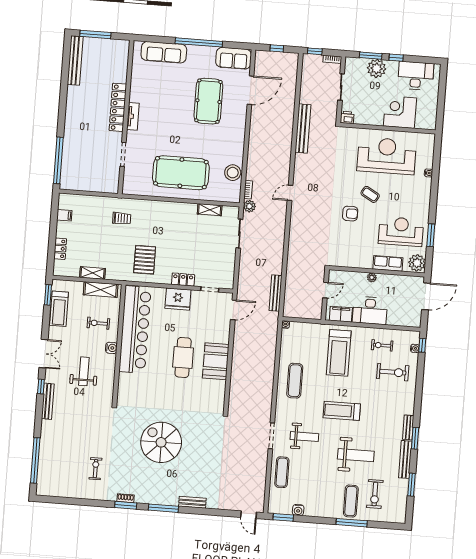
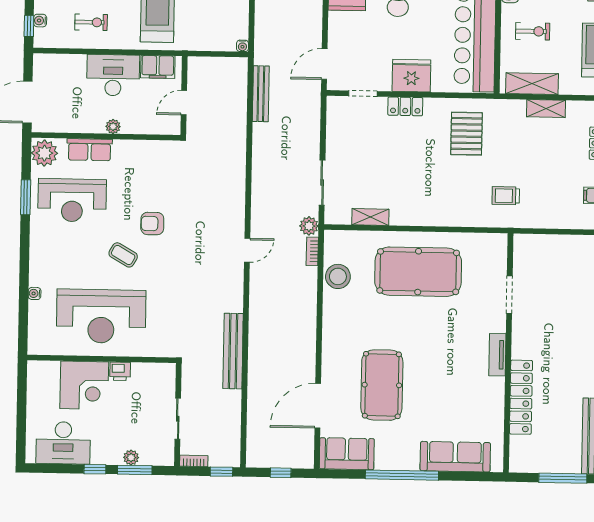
plant: (377, 68) -> (131, 458), width x0.53, depth x0.53
locker: (118, 107) -> (521, 397), moved
printer: (347, 117) -> (120, 371), moved

